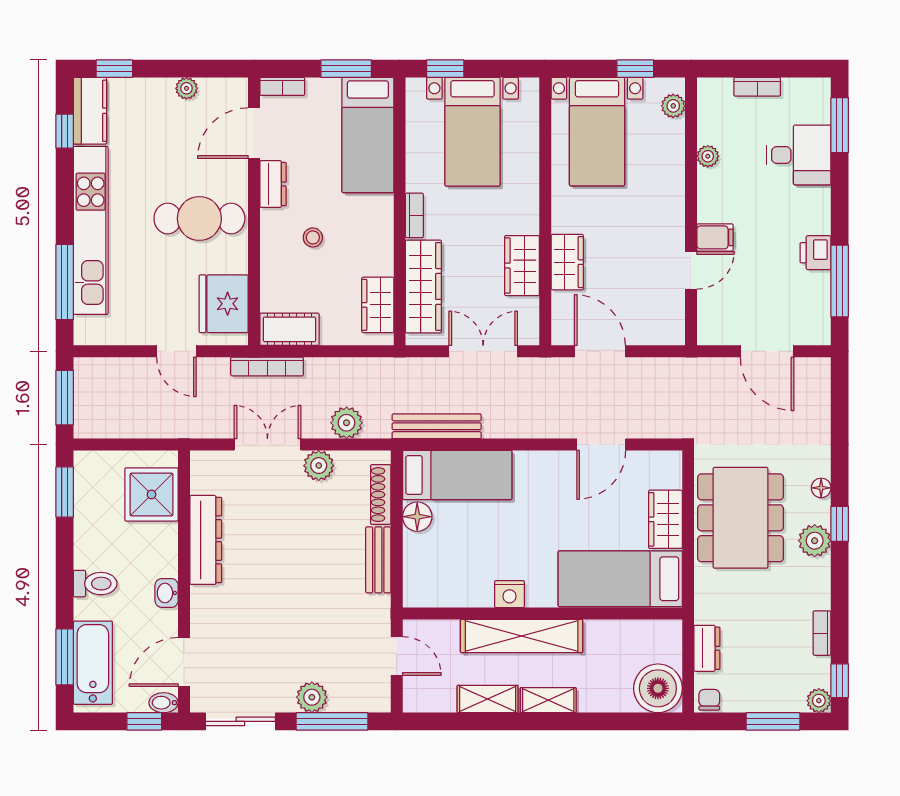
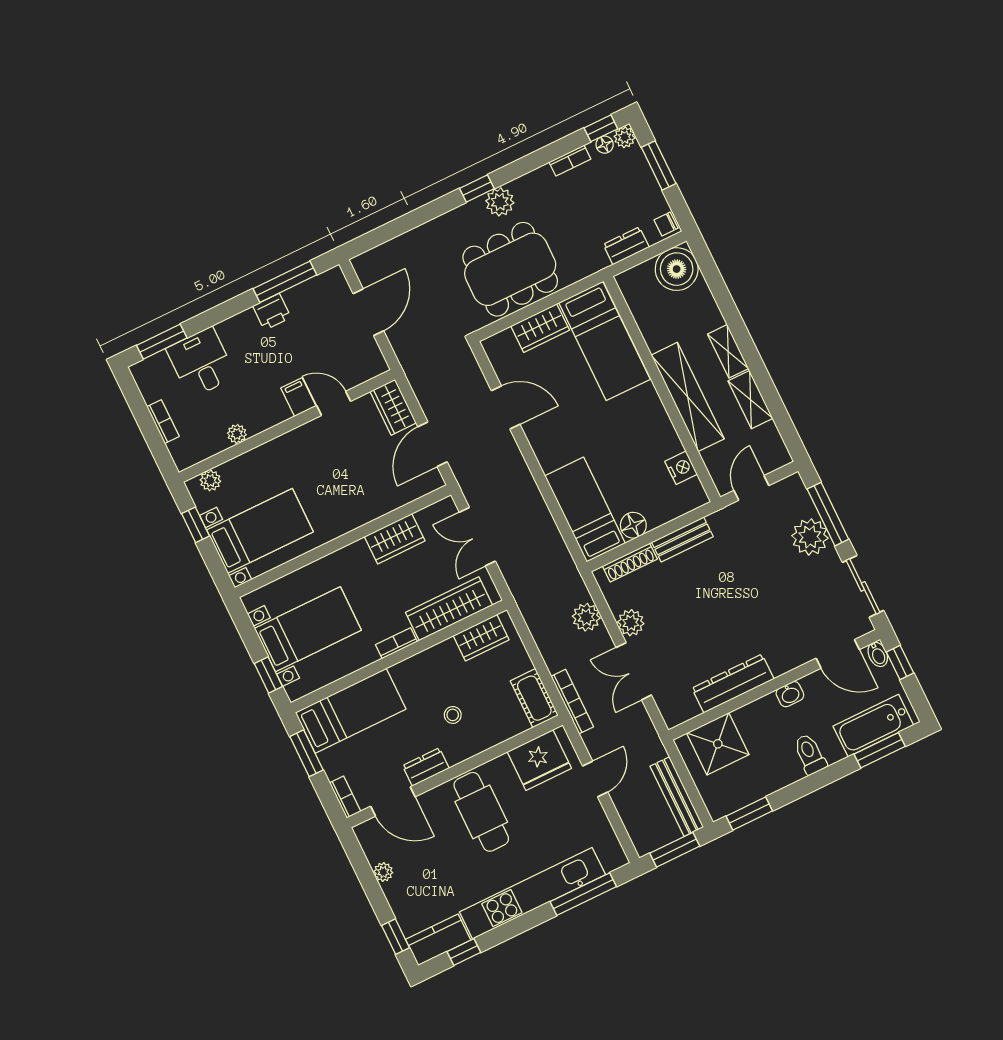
wardrobe: (567, 262) -> (393, 407), moved, turned -90
bench: (437, 426) -> (677, 797), moved
floor lamp: (821, 488) -> (605, 145), moved
nightstand: (509, 594) -> (681, 468), moved
plant: (312, 697) -> (810, 537), width x1.36, depth x1.36

